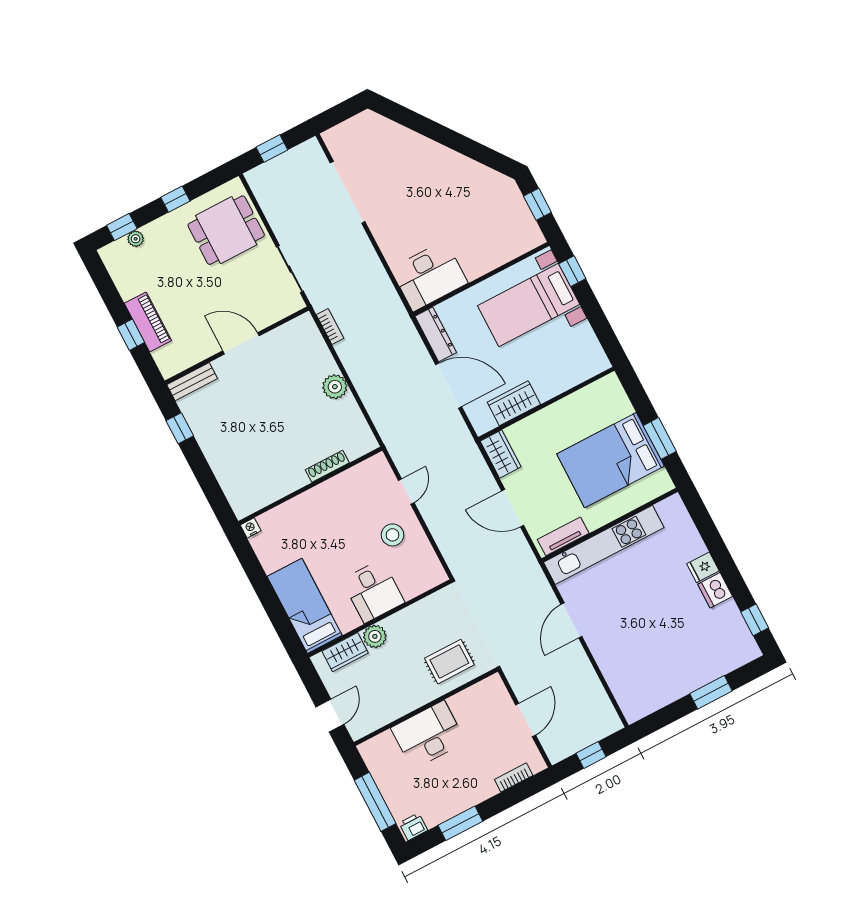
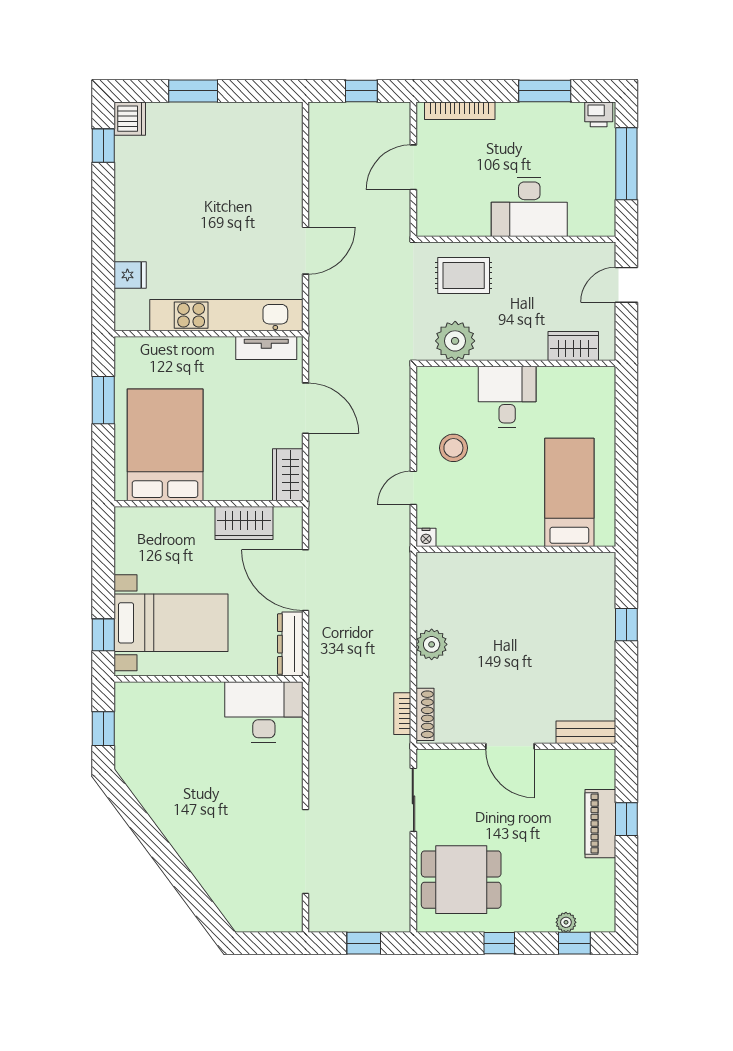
window: (180, 428) -> (626, 625), moved
bed: (611, 460) -> (165, 445), moved, turned -90
shoe rack: (327, 466) -> (425, 714), moved, turned -90
nightstand: (251, 528) -> (426, 537), moved
fridge: (703, 567) -> (130, 275), moved
dishwasher: (715, 590) -> (130, 119), moved
bed: (305, 606) -> (569, 492), moved, turned 180
plant: (375, 636) -> (455, 341), moved, width x1.36, depth x1.36
bookcase: (514, 777) -> (460, 111), width x1.56

